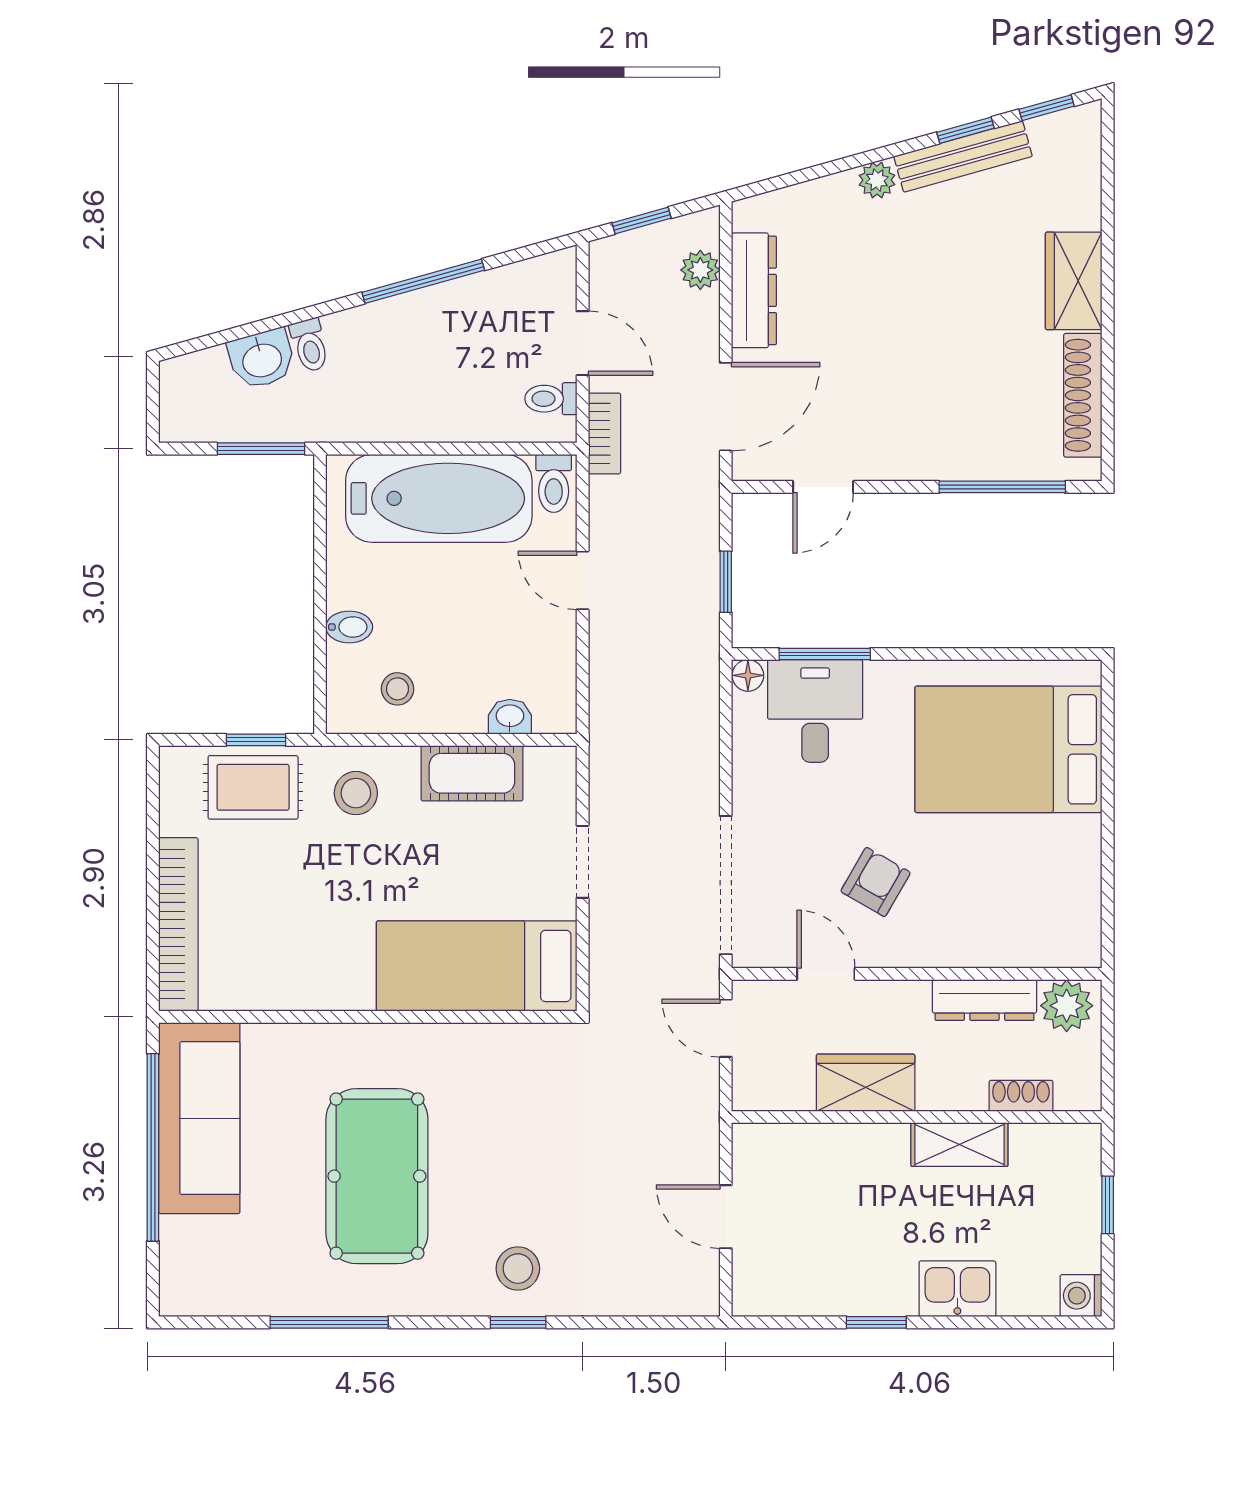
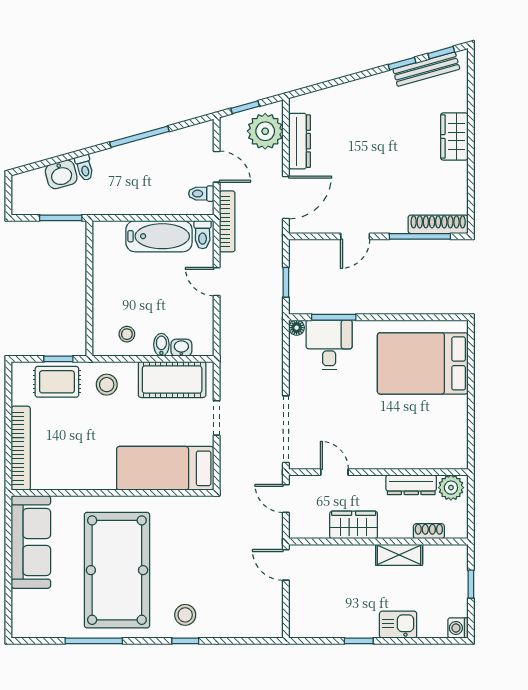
bench: (963, 156) -> (426, 69), moved
plant: (877, 180) -> (359, 88), removed
plant: (700, 270) -> (265, 131), width x1.88, depth x1.88
shoe rack: (1083, 395) -> (438, 224), moved, turned 90
bookcase: (604, 433) -> (227, 221), width x1.56
door: (823, 487) -> (355, 236), moved
bathtub: (439, 498) -> (159, 236), width x0.73, depth x0.73
bidet: (349, 627) -> (161, 345), moved, turned -90
cot: (472, 773) -> (172, 380), width x1.37, depth x1.34
armchair: (876, 882) -> (358, 428), removed
window: (153, 1147) -> (8, 556), removed
pool table: (377, 1176) -> (117, 570), width x1.36, depth x1.32
door: (726, 1217) -> (286, 565), moved

